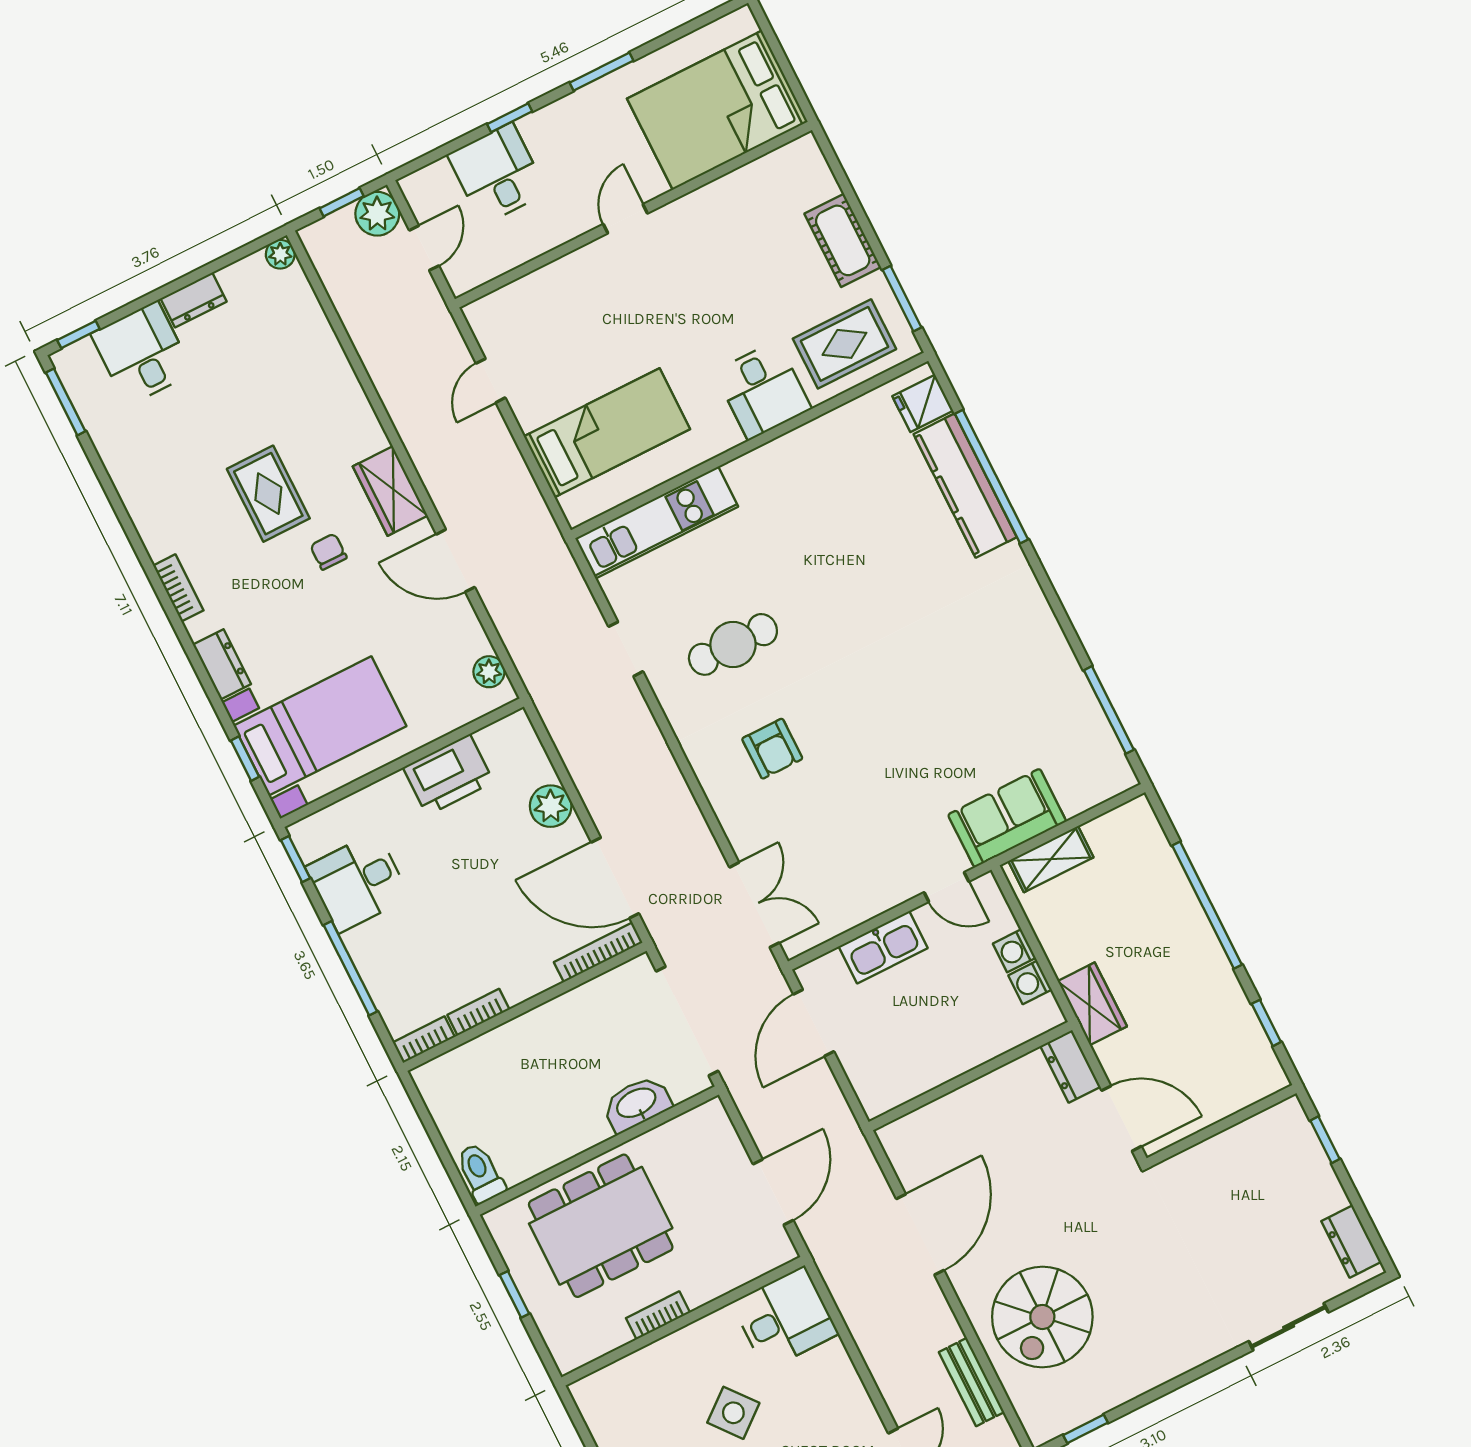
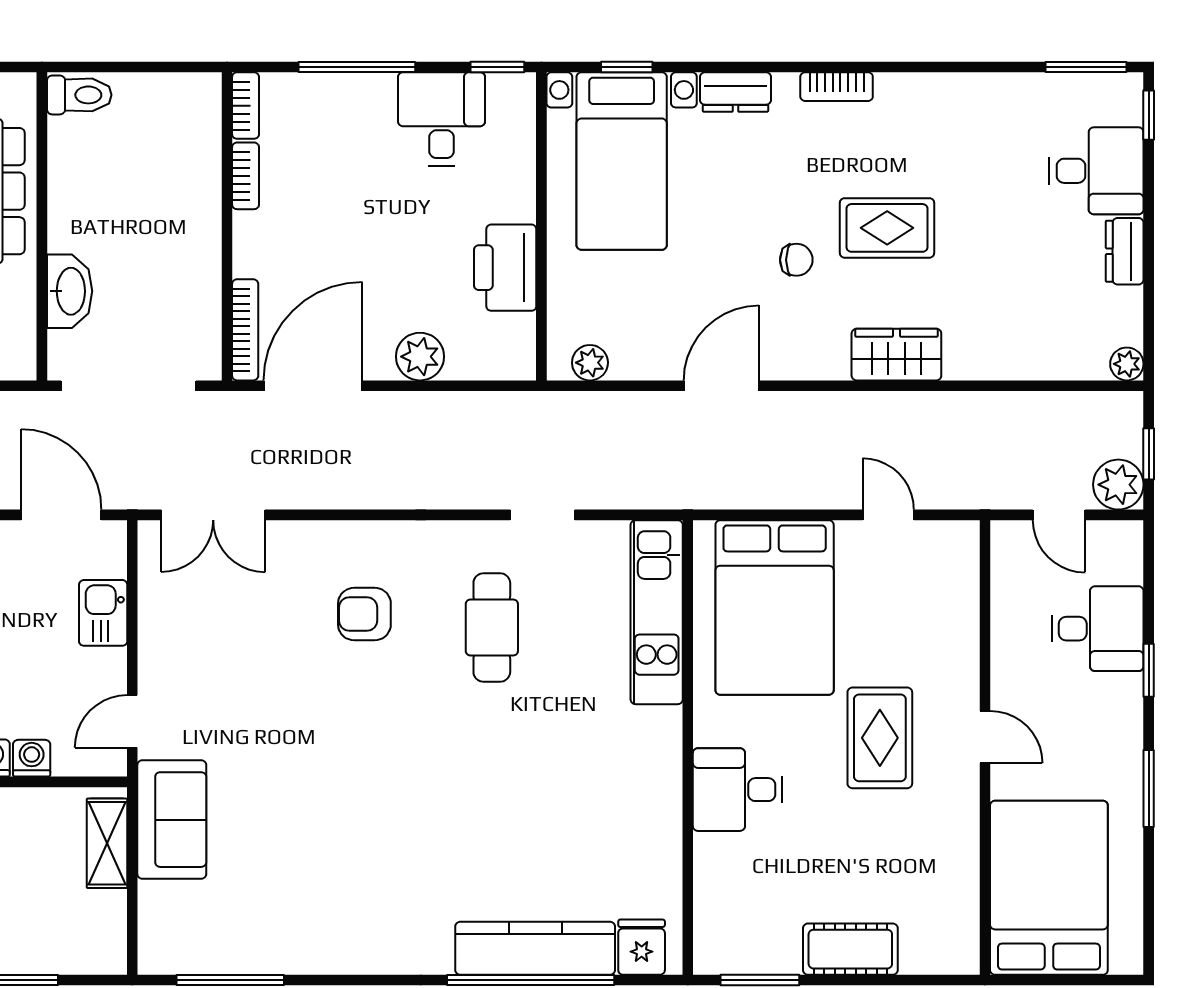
rug: (844, 344) -> (880, 738), moved
bed: (607, 433) -> (775, 607), width x1.50
wardrobe: (390, 491) -> (896, 355), moved
kitchen sink: (883, 947) -> (103, 613), width x0.73

